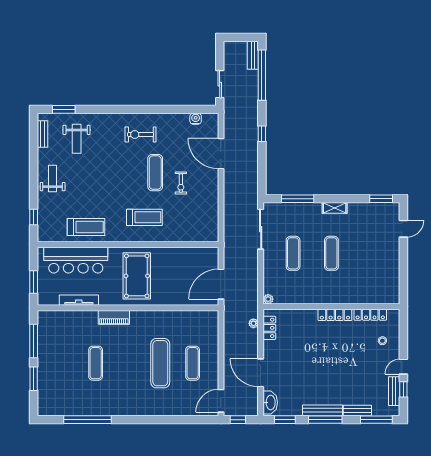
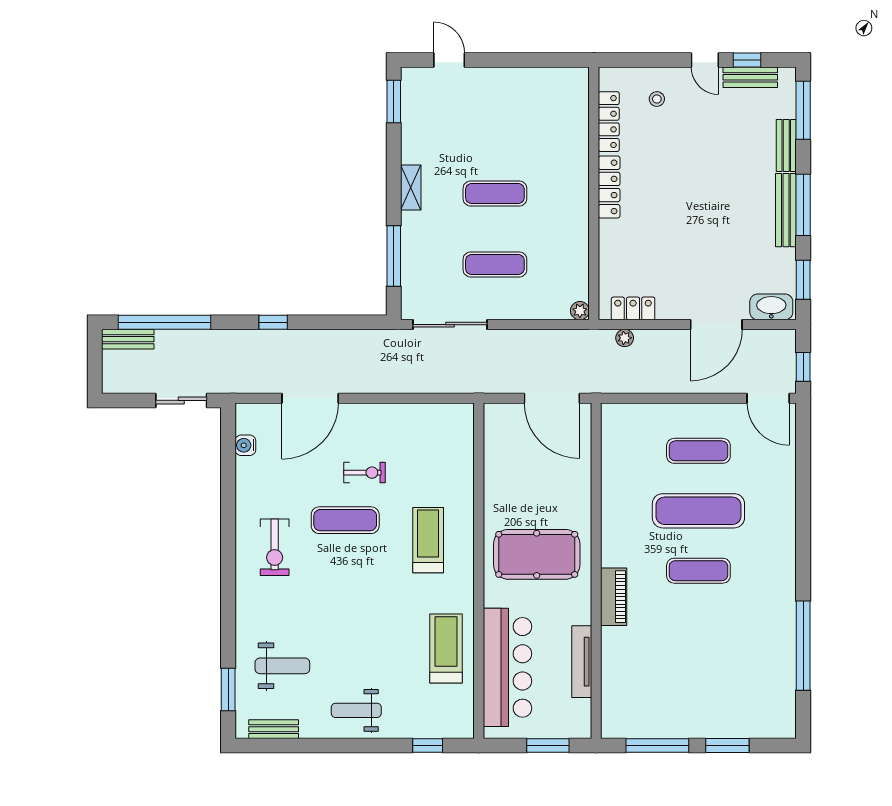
exercise mat: (96, 363) -> (698, 571), moved

